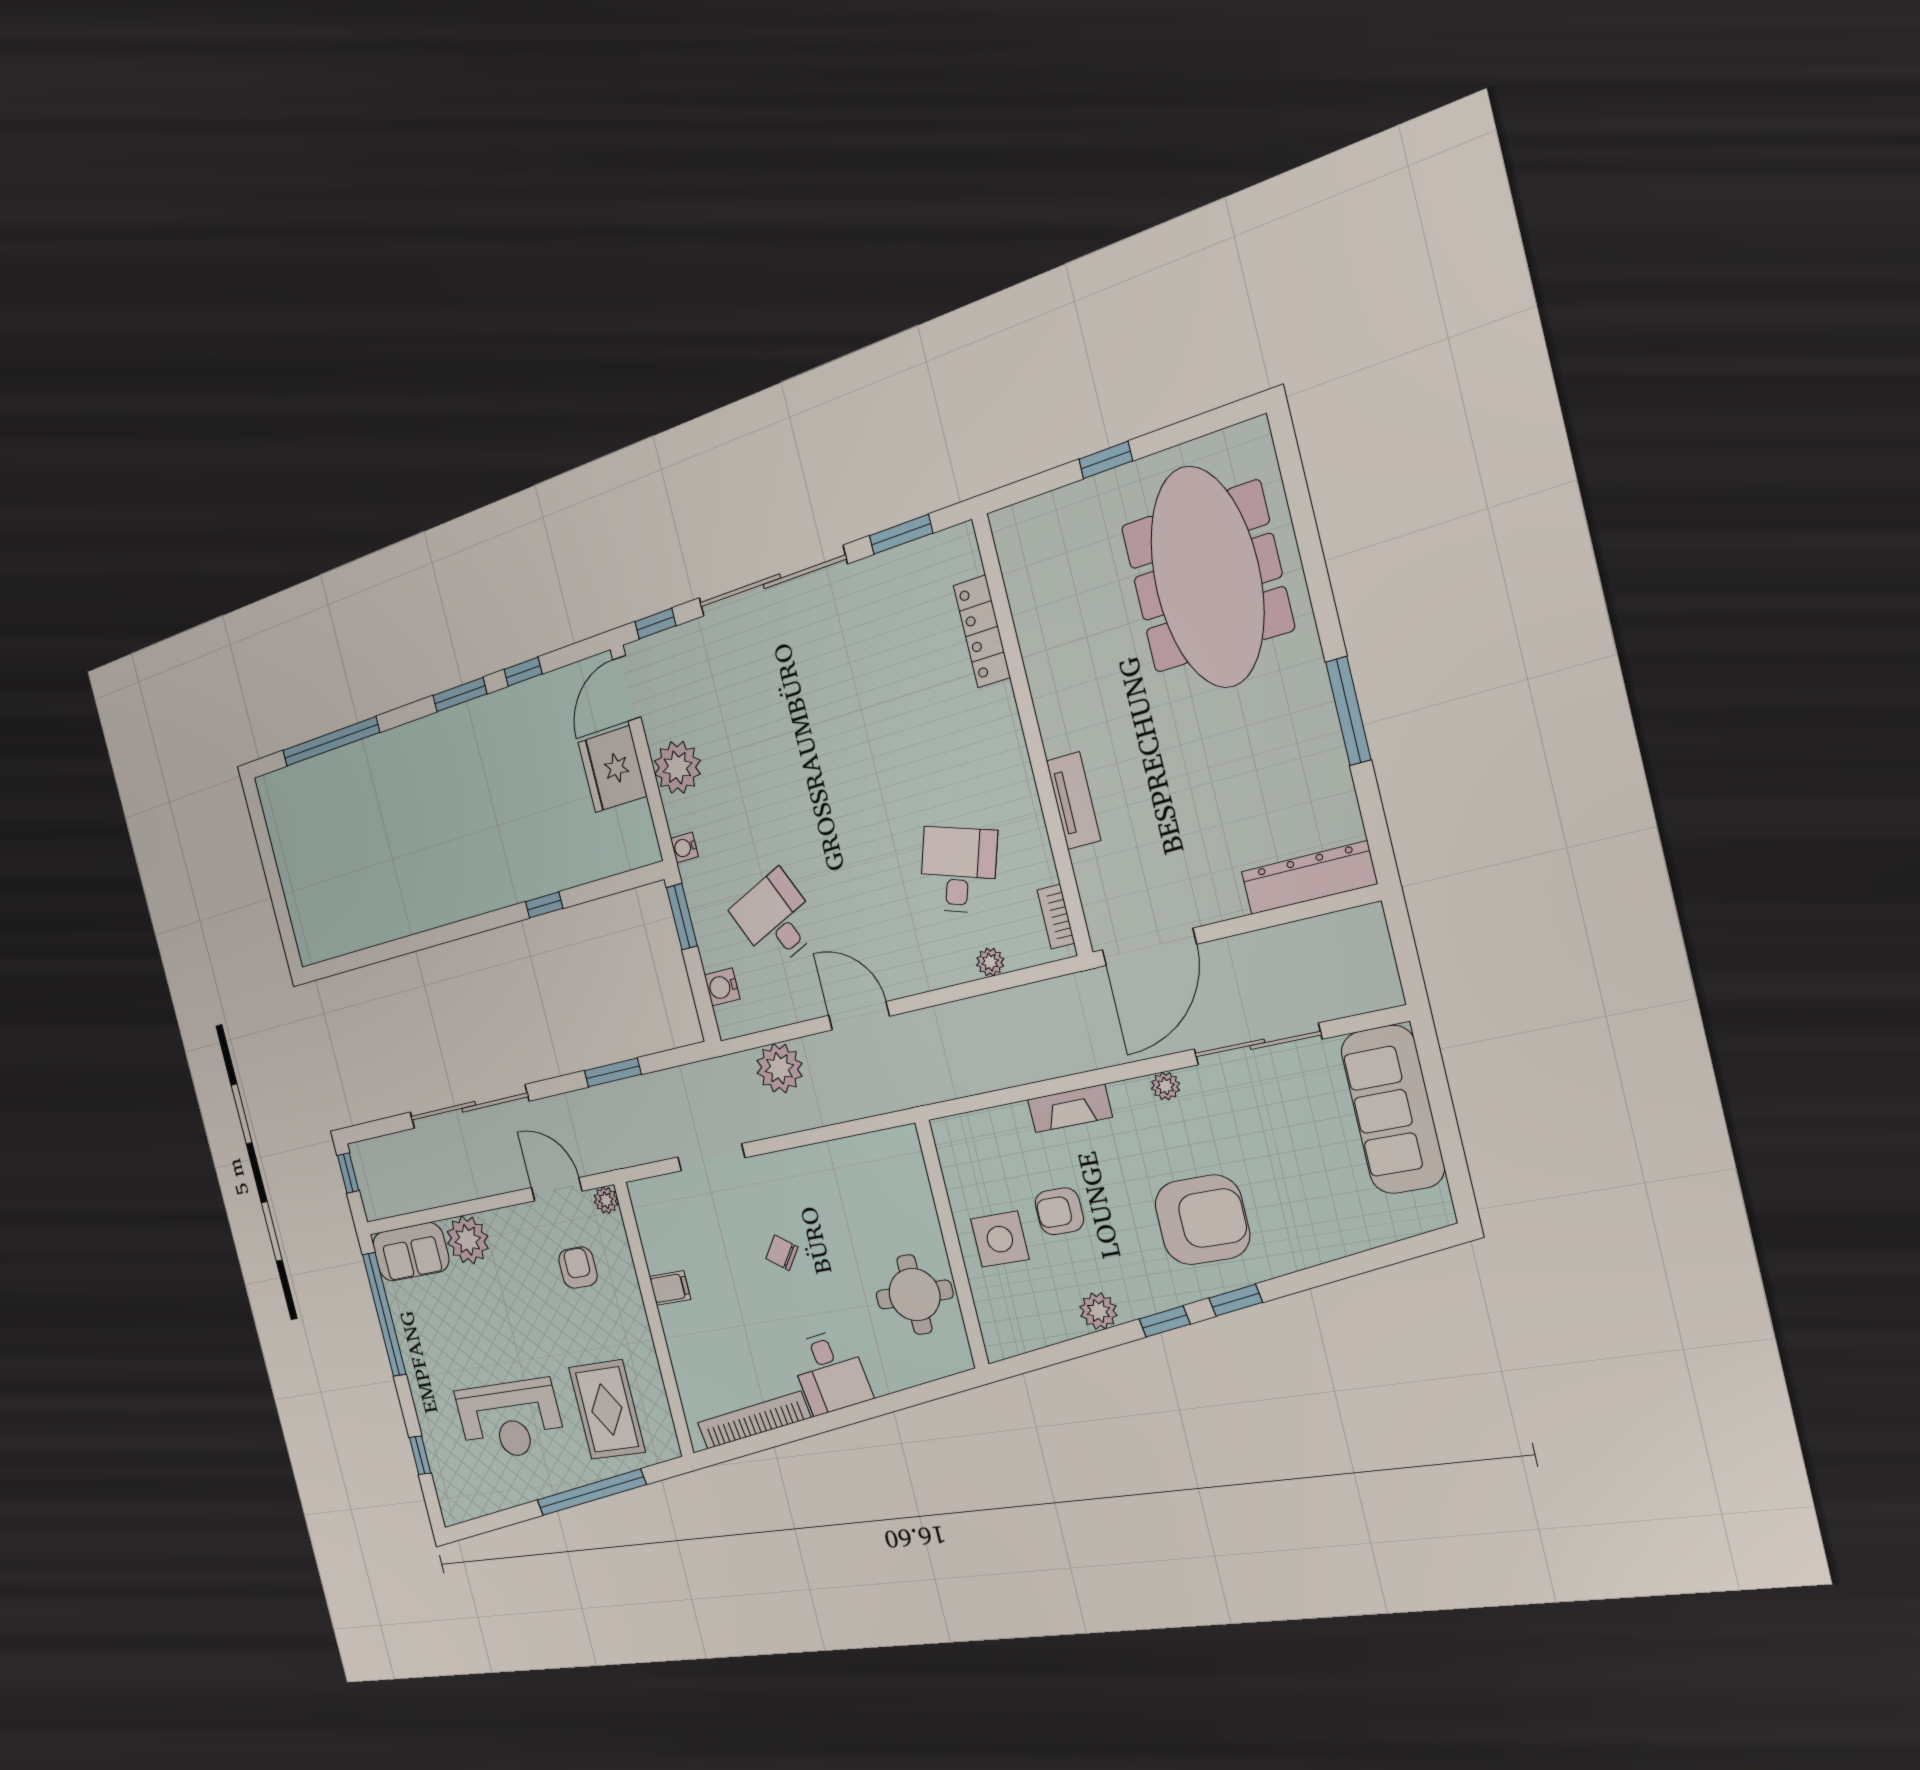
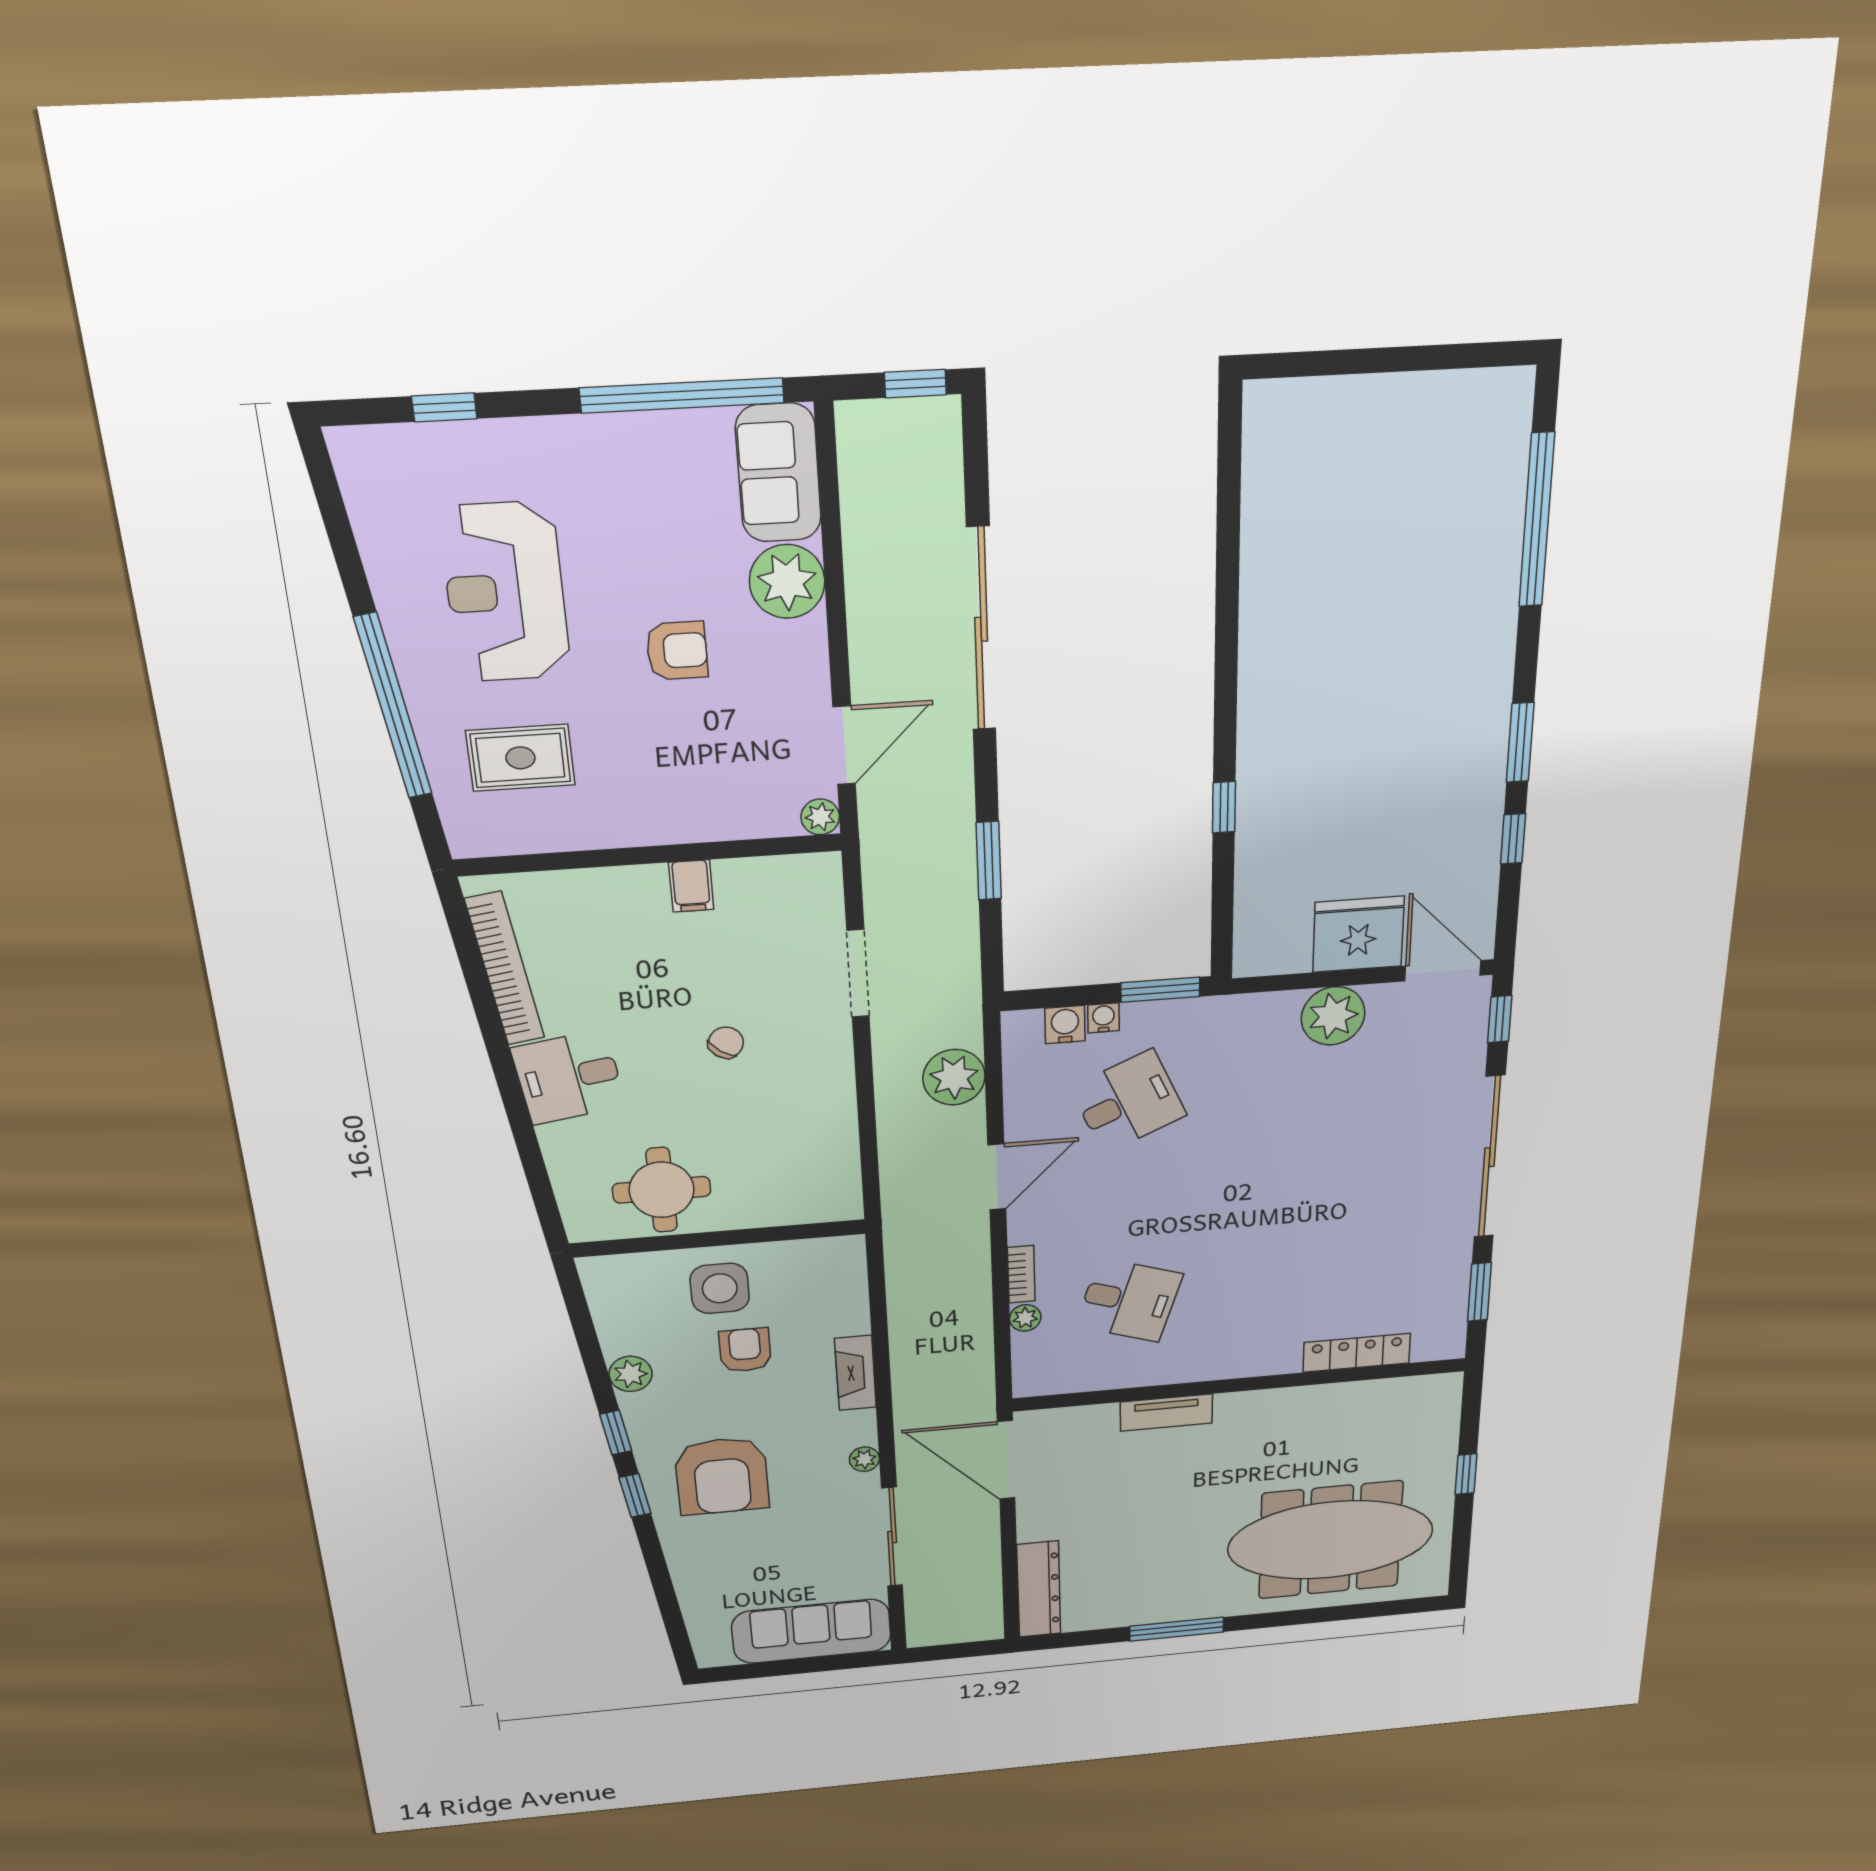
water cooler: (684, 848) -> (1104, 1018), moved
bookcase: (1056, 917) -> (1021, 1274), moved, turned 90
armchair: (578, 1268) -> (677, 651), moved
rug: (607, 1410) -> (520, 758), width x0.73, depth x0.70

